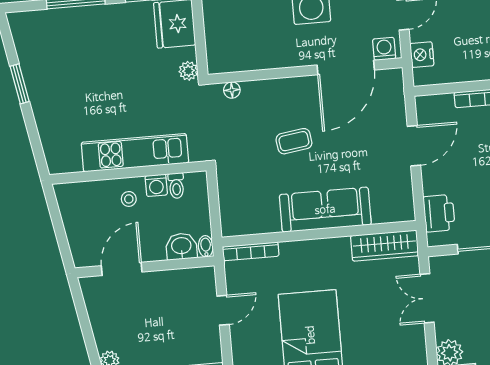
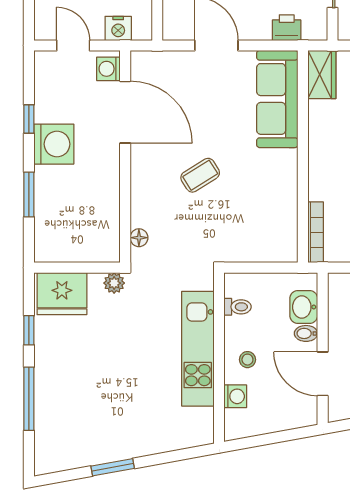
coffee table: (294, 141) -> (200, 175), turned 66
washing machine: (156, 185) -> (235, 396), moved
sofa: (325, 210) -> (277, 99), moved
printer: (439, 213) -> (287, 28), width x0.73, depth x0.81
bidet: (206, 246) -> (306, 333), moved
wardrobe: (385, 246) -> (322, 75), width x0.67

